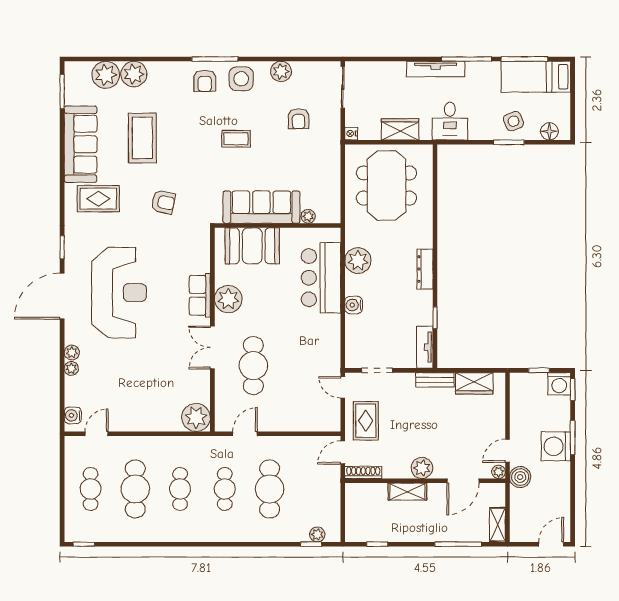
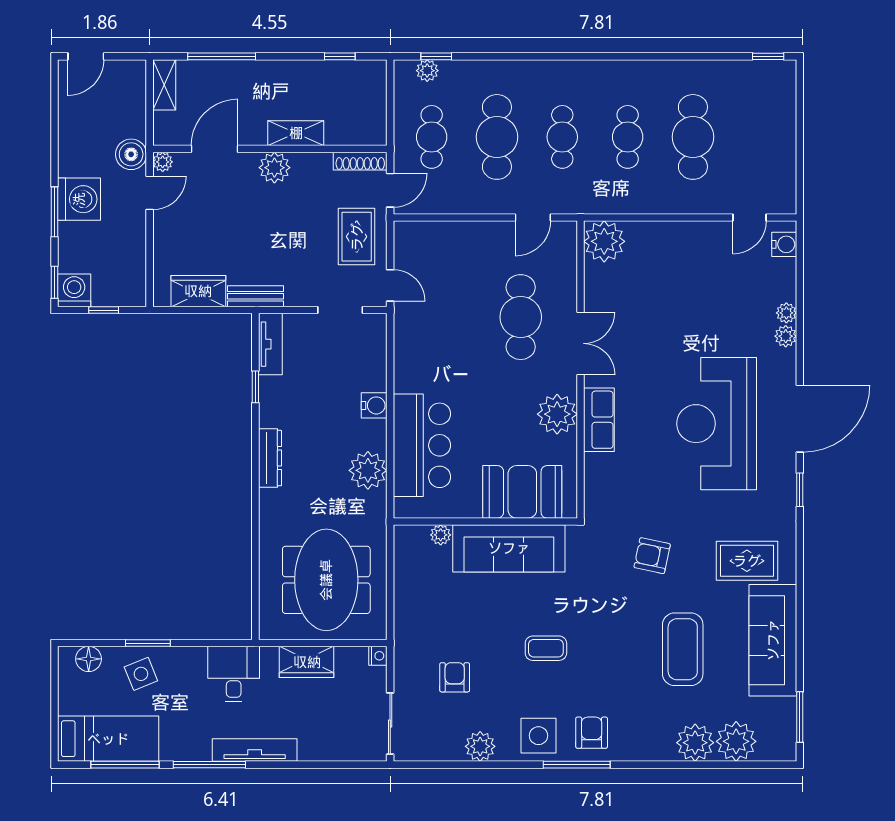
cafe table: (91, 489) -> (432, 137), moved

